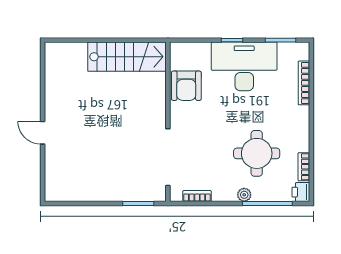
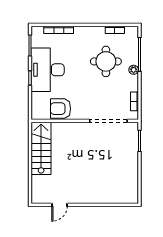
armchair: (186, 86) -> (61, 109), turned 180
door: (43, 133) -> (60, 205), moved
printer: (301, 192) -> (132, 32), removed

